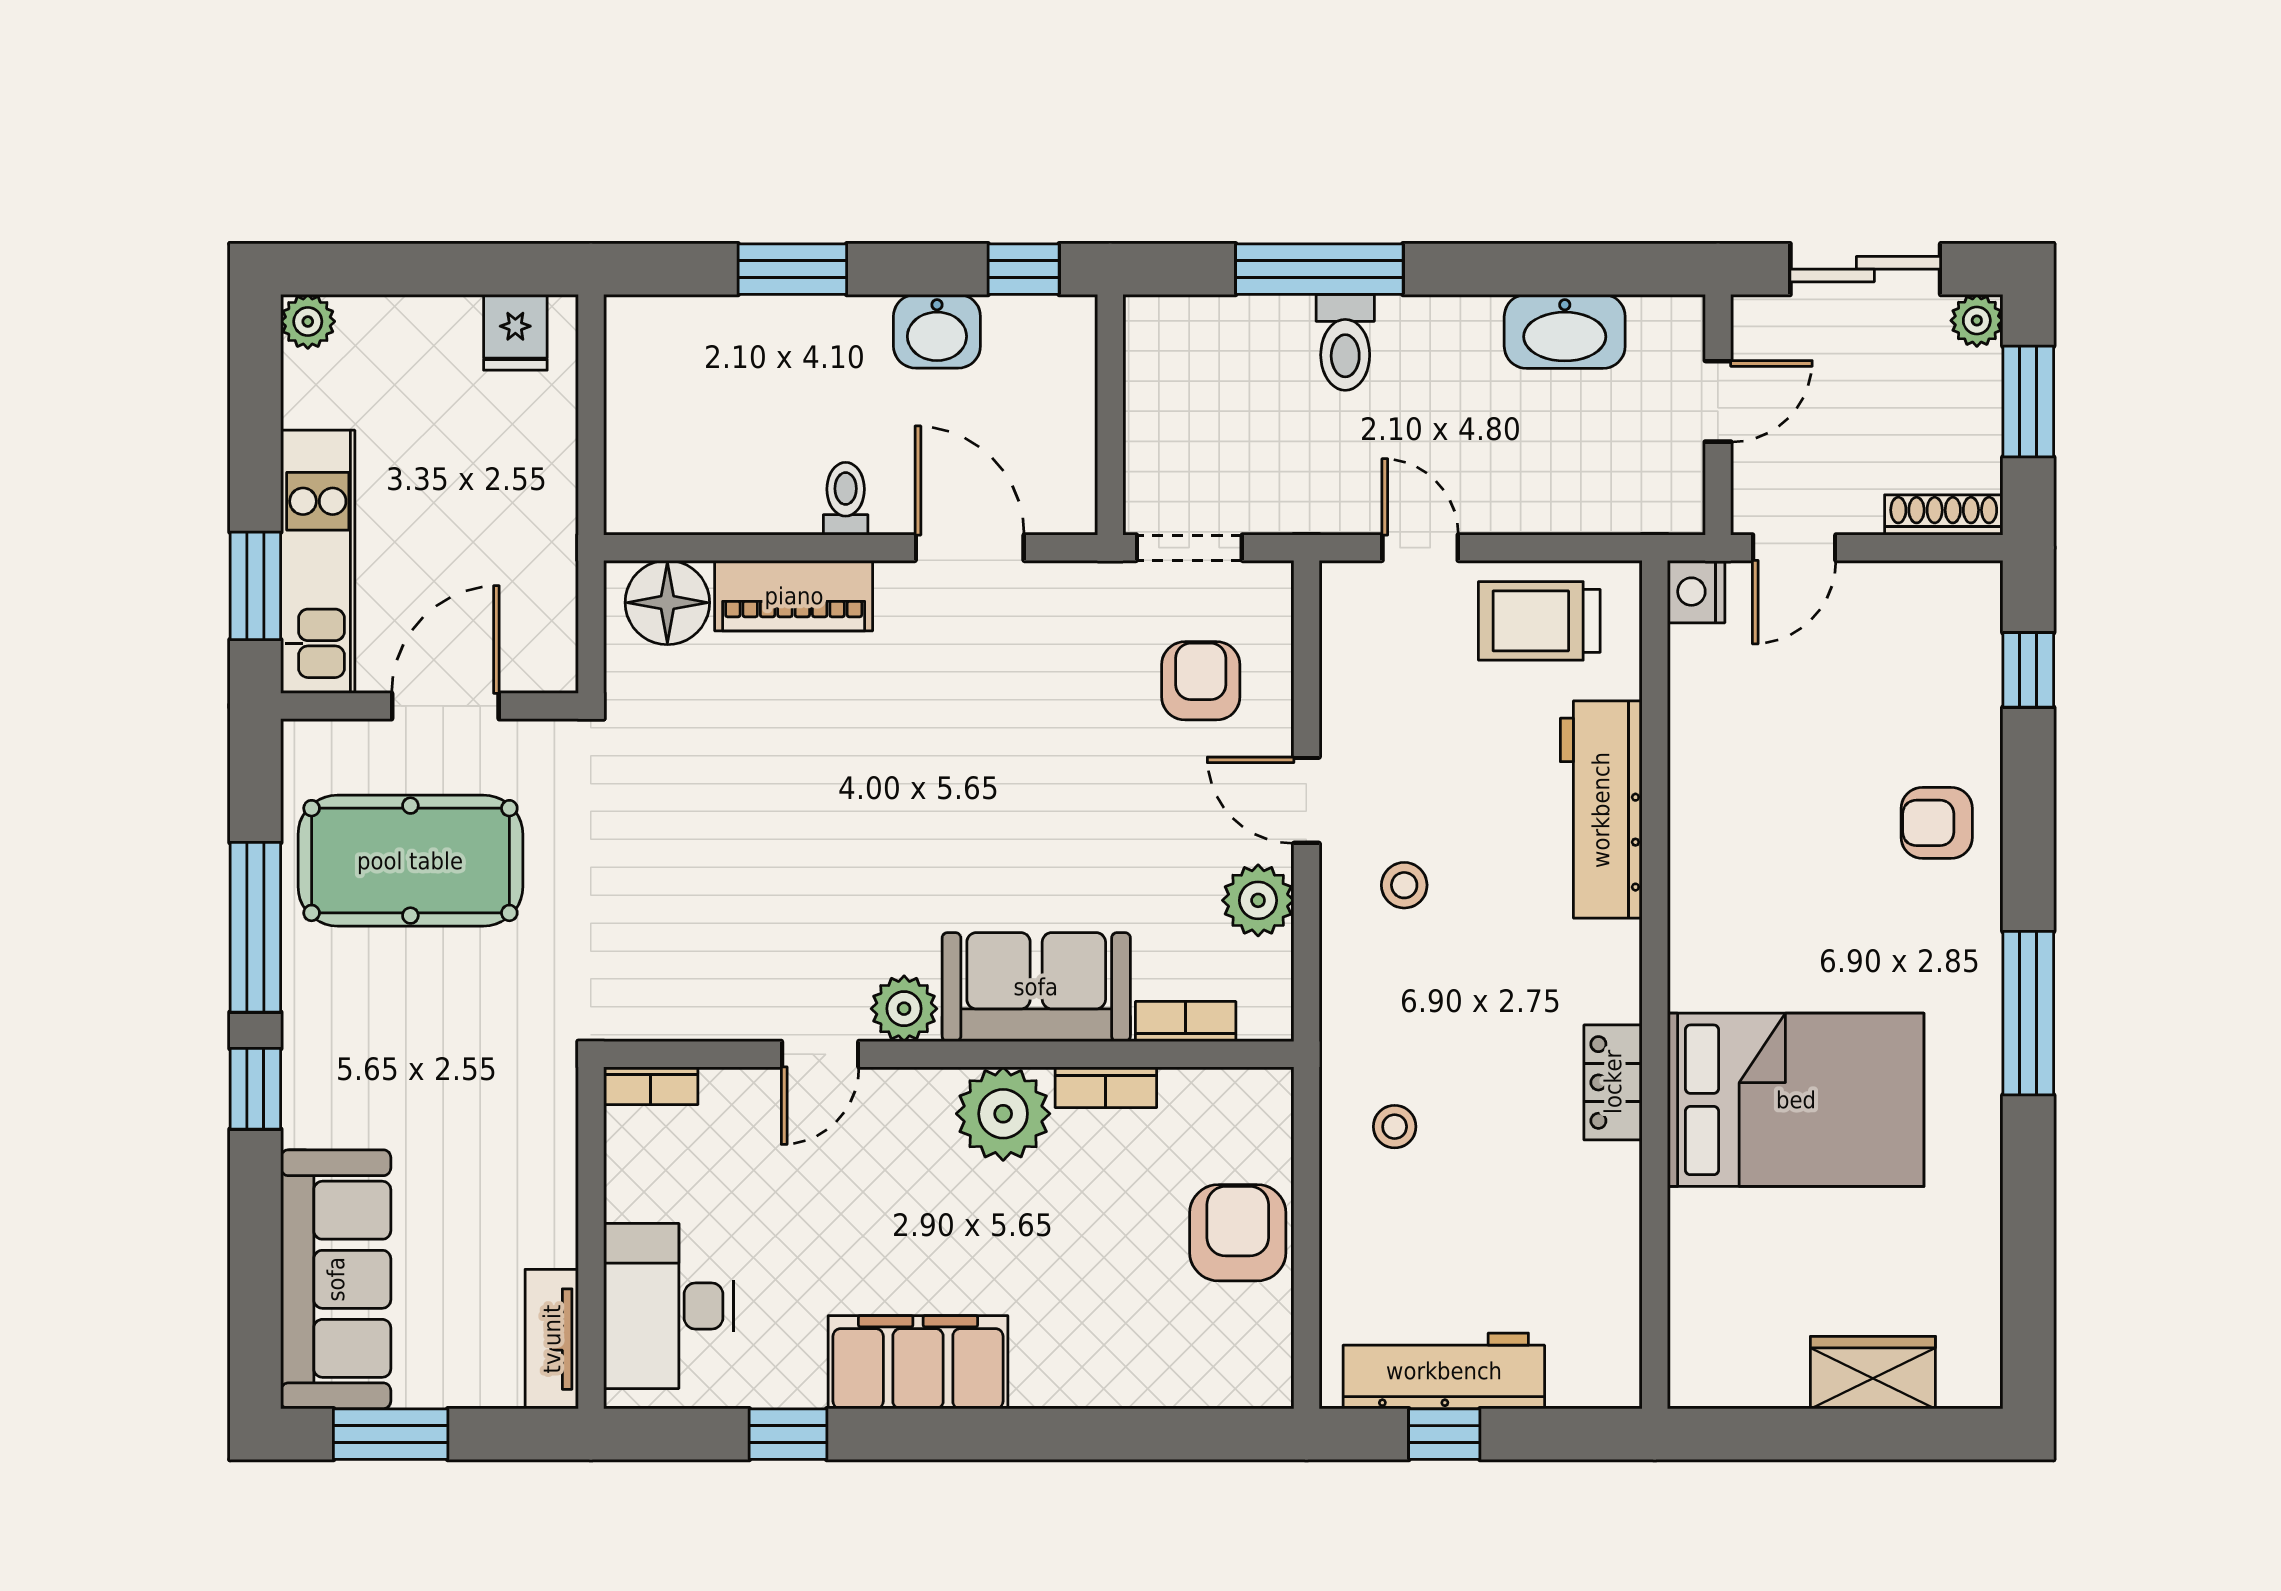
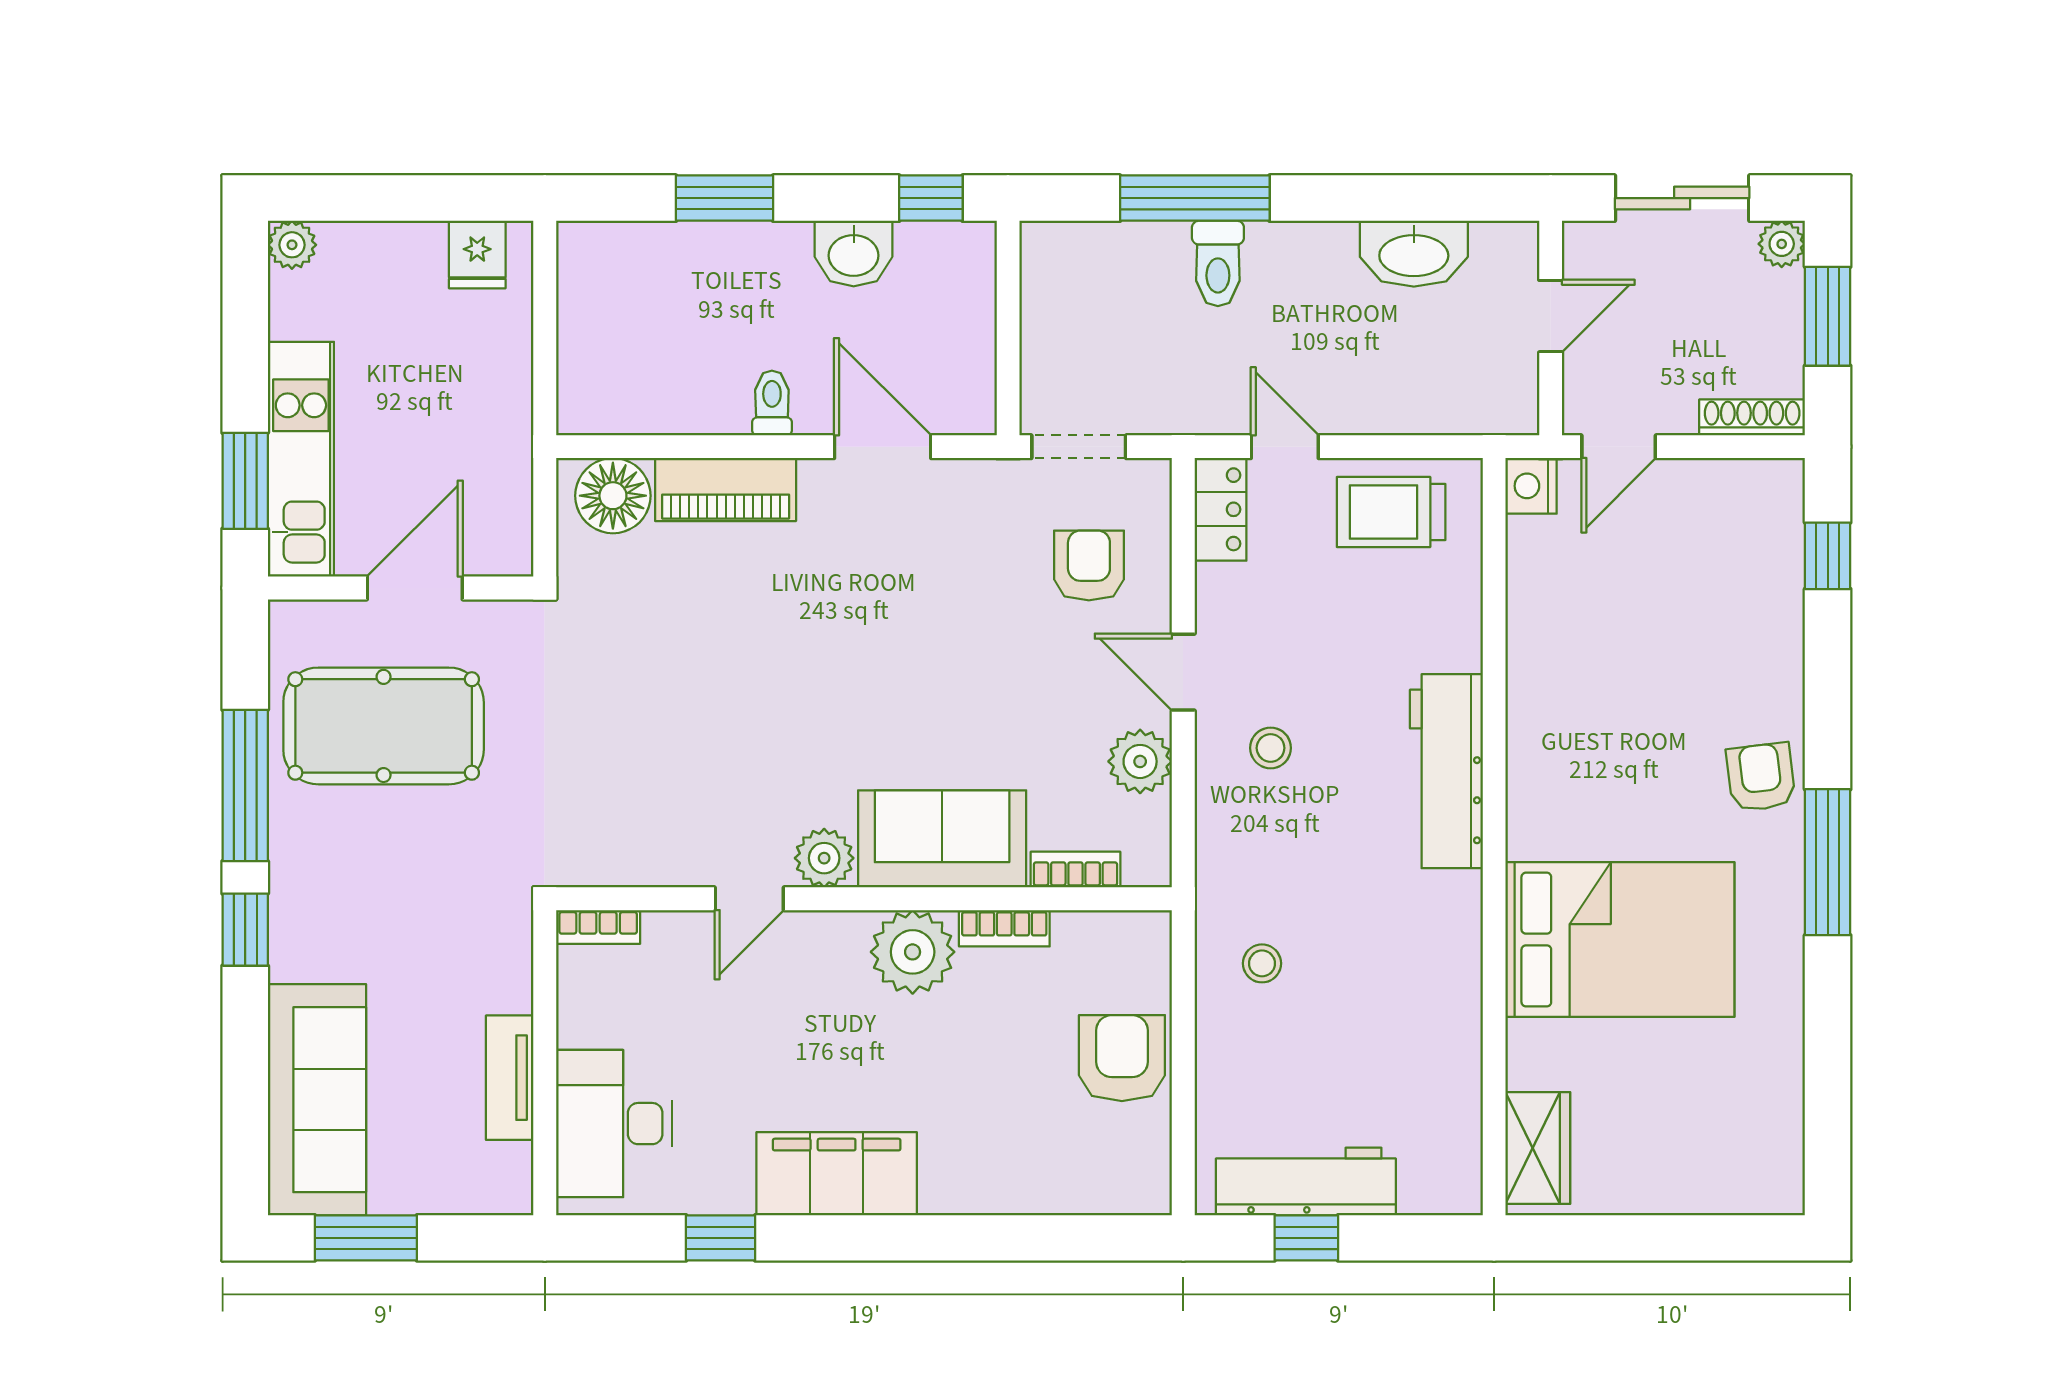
workbench: (1601, 810) -> (1446, 771), moved
armchair: (1937, 823) -> (1761, 777), moved, turned 83
locker: (1613, 1082) -> (1221, 509), moved, turned 180
tv unit: (552, 1339) -> (510, 1078), moved
wardrobe: (1873, 1373) -> (1538, 1148), moved, turned 90

